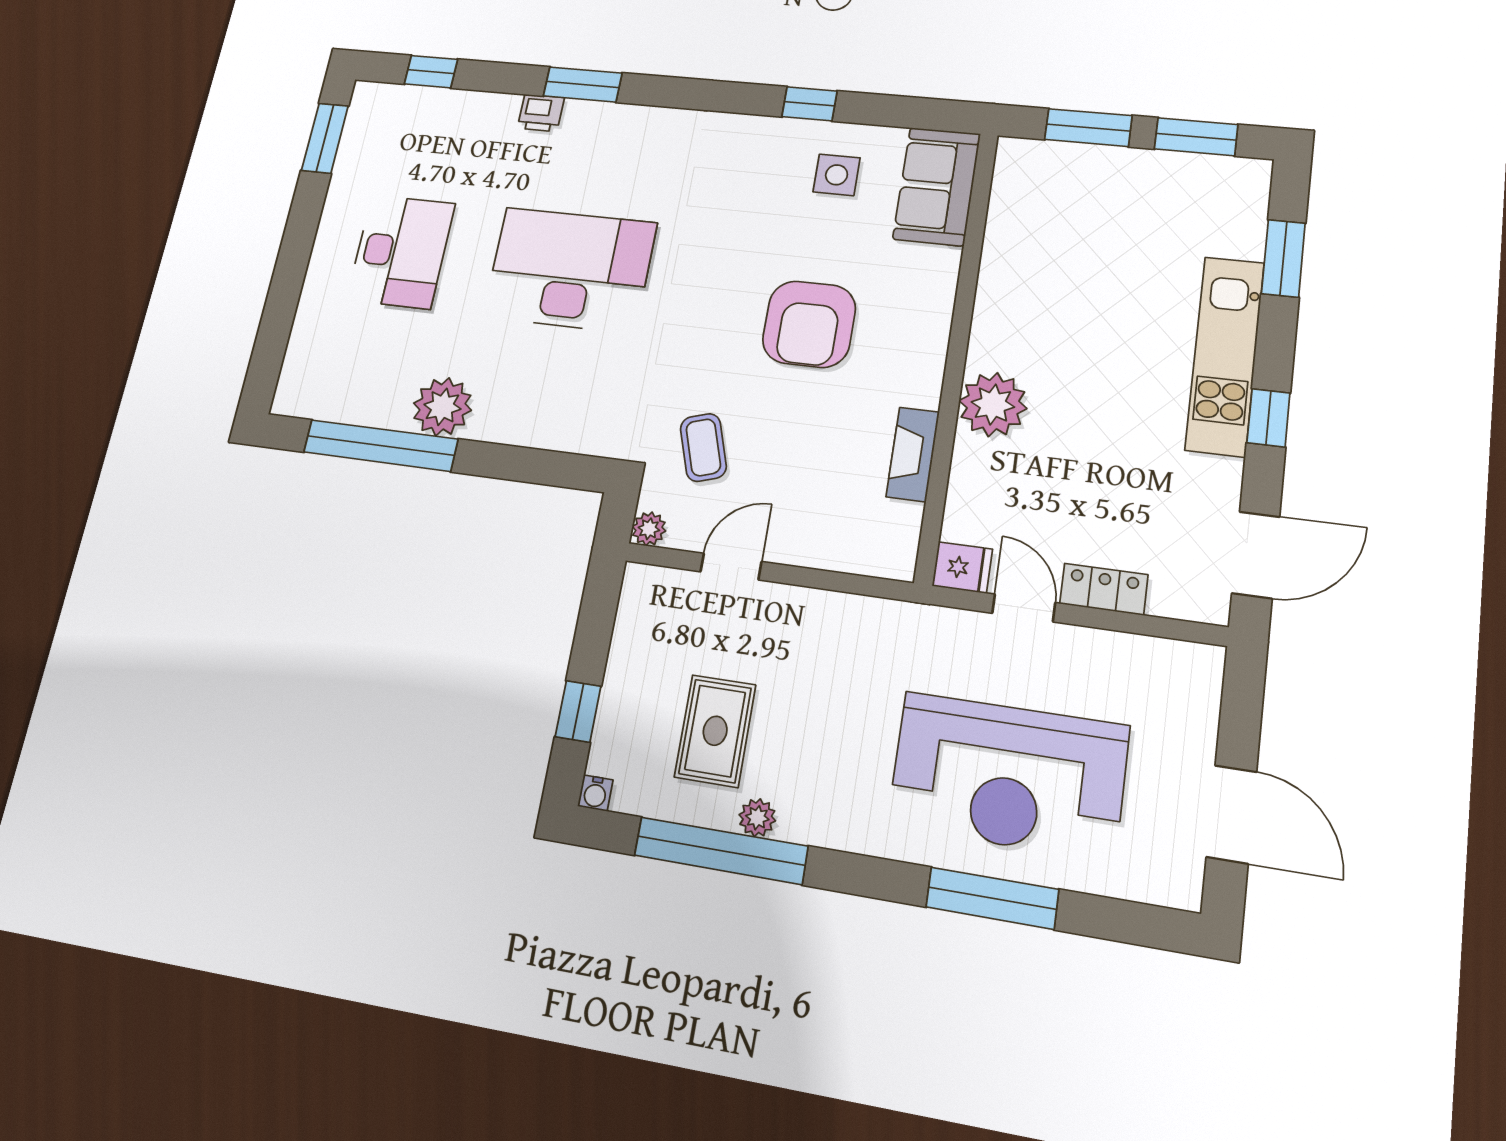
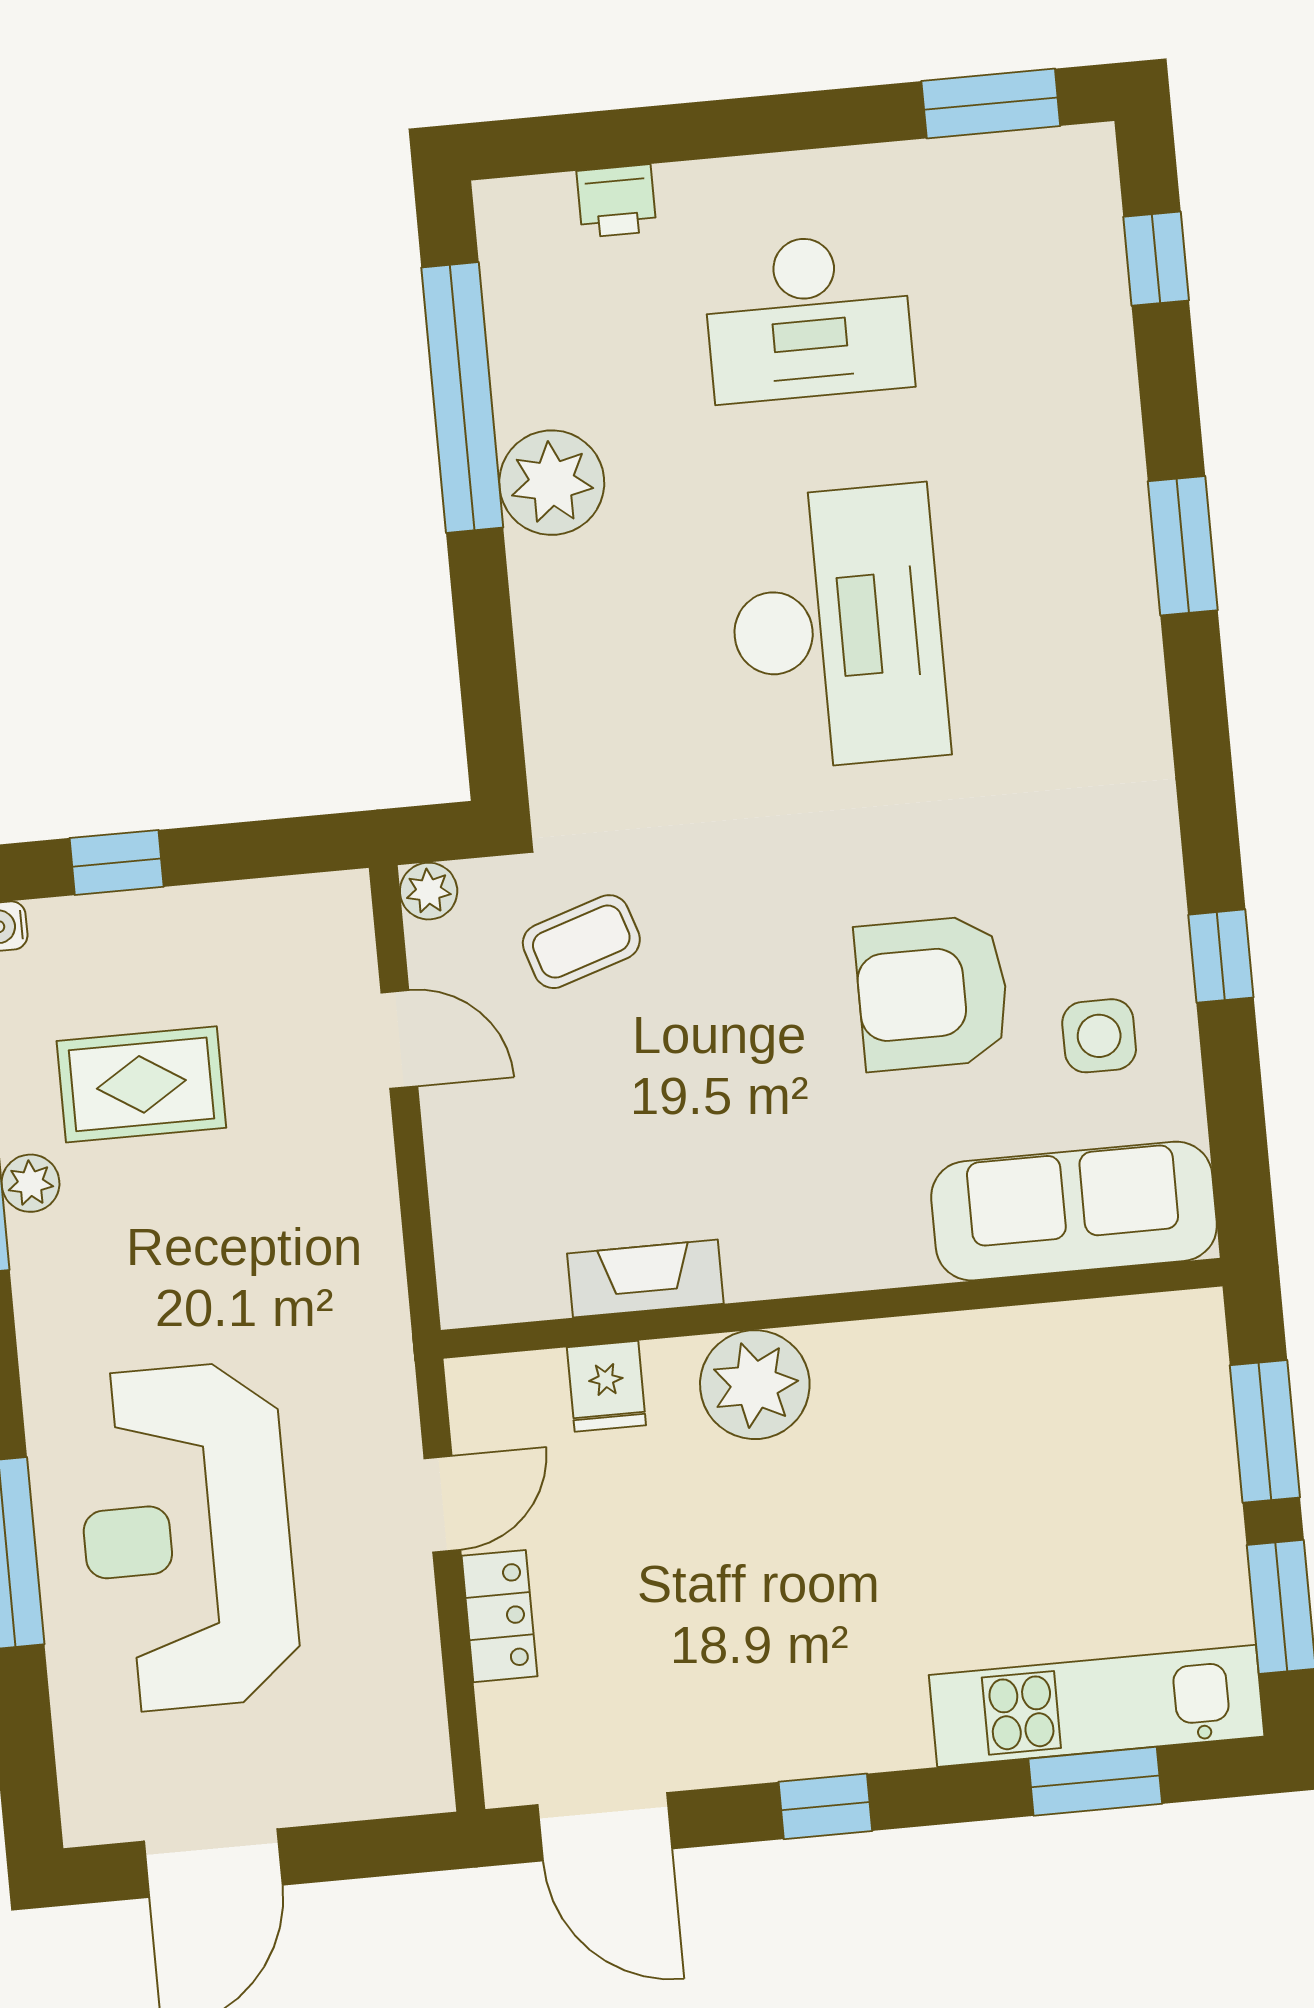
printer: (541, 113) -> (616, 201), moved, turned -90
sofa: (937, 186) -> (1074, 1211), width x1.36
armchair: (809, 324) -> (932, 993), moved
kitchen unit: (1225, 356) -> (1097, 1706), moved
fridge: (962, 567) -> (606, 1386), moved

